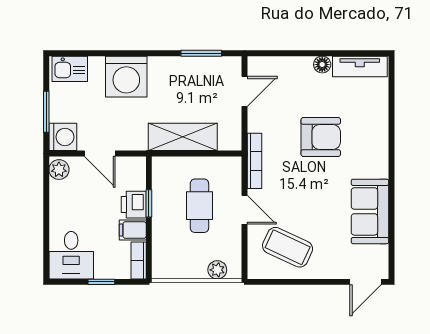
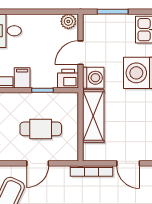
washing machine: (63, 137) -> (93, 78), moved, turned -90
bookcase: (254, 161) -> (92, 171), moved
printer: (134, 205) -> (68, 79), moved

